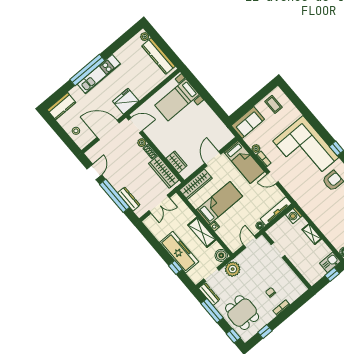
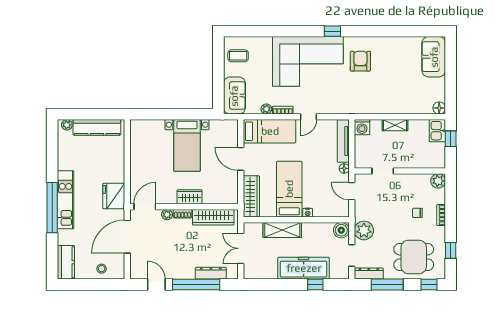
bed with nightstands: (177, 100) -> (187, 145), moved
wardrobe: (177, 162) -> (190, 197), moved
double door: (159, 204) -> (241, 248), swing flipped
shelving: (202, 232) -> (282, 230), moved
plant: (300, 288) -> (438, 181), added

